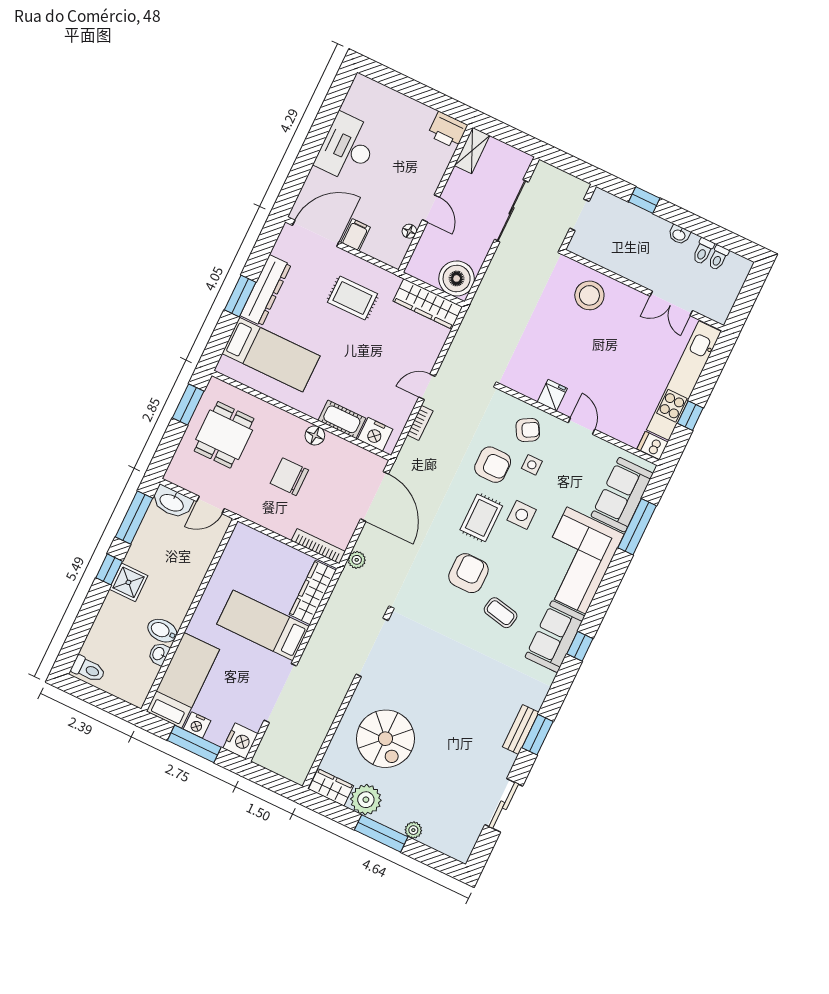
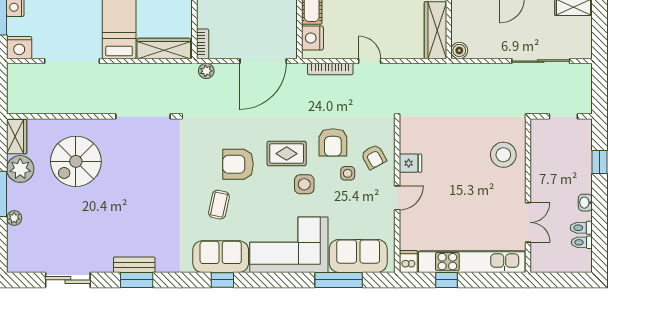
boiler: (457, 278) -> (459, 50), width x0.54, depth x0.54
double door: (671, 303) -> (528, 222), swing flipped
bookcase: (420, 423) -> (330, 69), width x1.56
bookcase: (318, 546) -> (203, 44), width x0.64
armchair: (468, 573) -> (238, 164), turned 180

